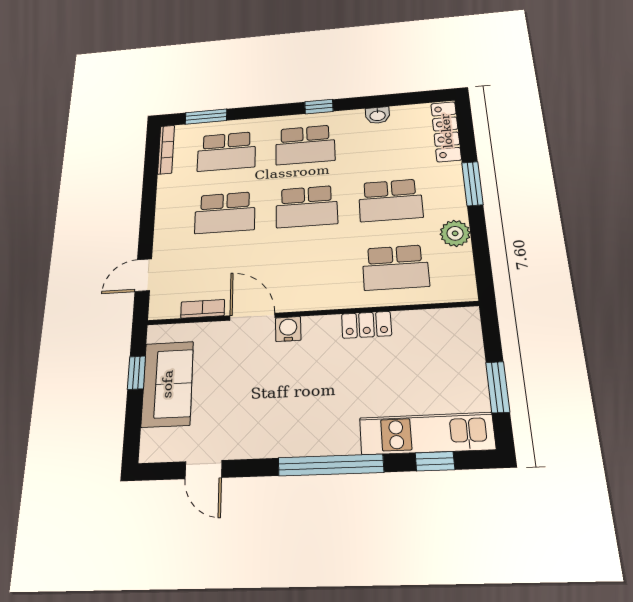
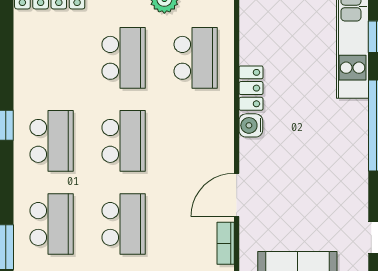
washbasin: (378, 115) -> (23, 65), removed
water cooler: (288, 329) -> (251, 125), moved

